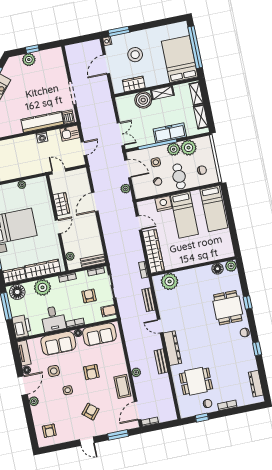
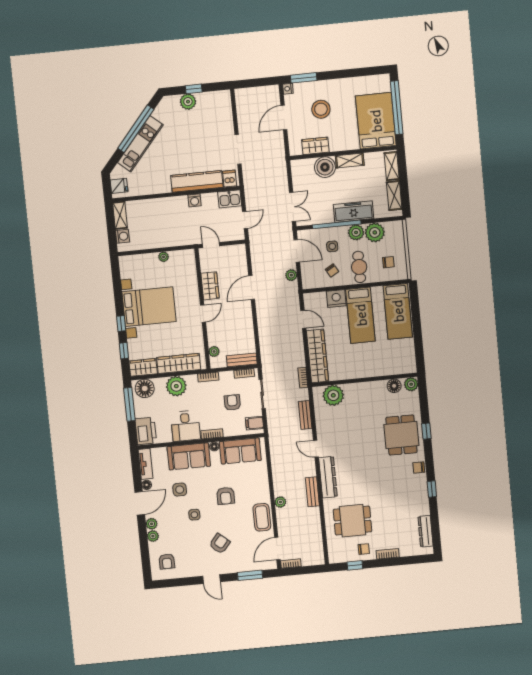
plant: (36, 411) -> (153, 536), added

